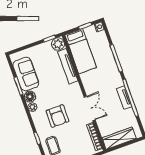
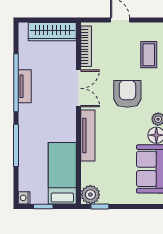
tv unit: (68, 66) -> (88, 135), moved
double door: (90, 108) -> (79, 88), swing flipped

